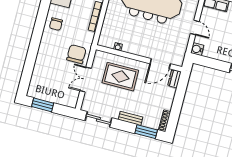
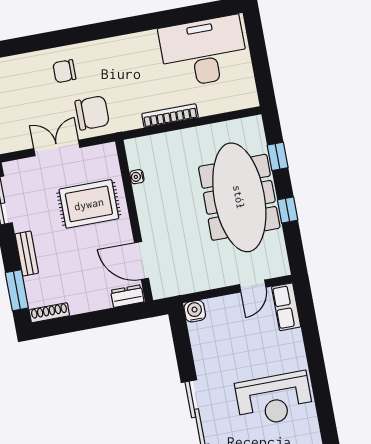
chair: (56, 24) -> (64, 71), moved
door: (195, 28) -> (253, 286), moved
rug: (120, 77) -> (89, 204), turned 90

